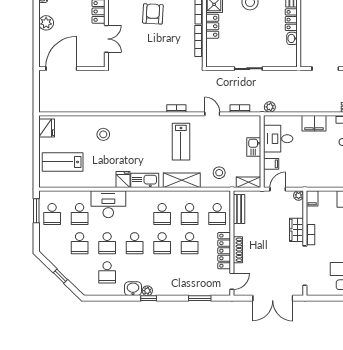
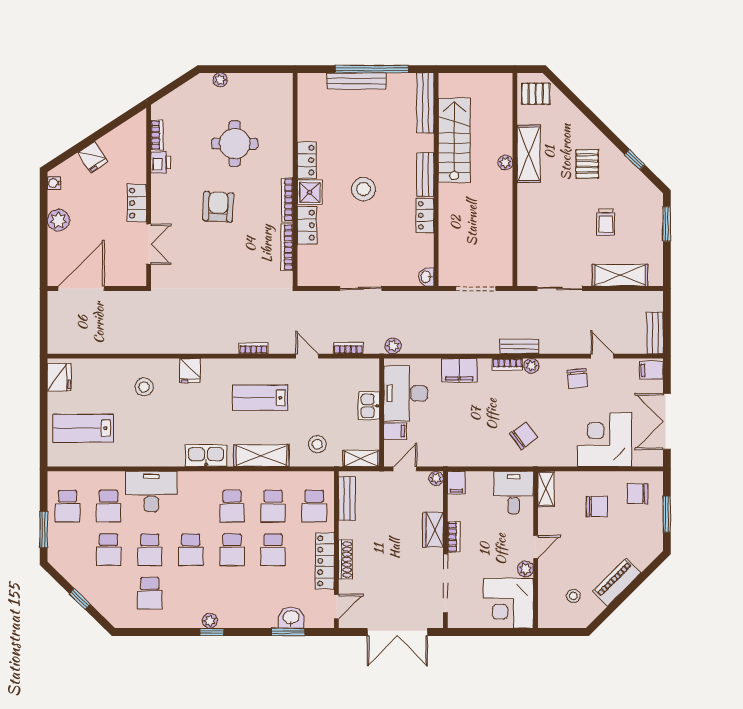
washbasin: (292, 38) -> (426, 277), moved
desk: (278, 139) -> (406, 393), width x1.37
lab bench: (181, 142) -> (260, 398), turned 90
fridge: (123, 180) -> (190, 371), moved, turned 180
window: (36, 211) -> (44, 530), moved
washbasin: (133, 289) -> (291, 618), moved

